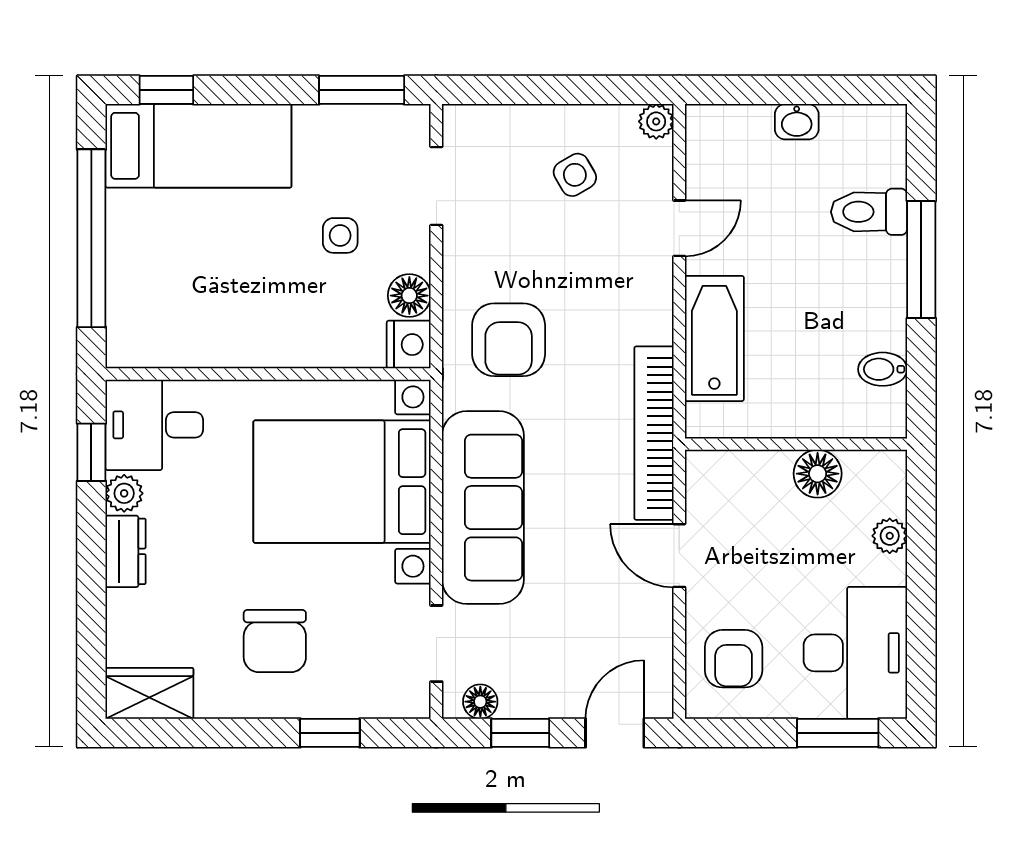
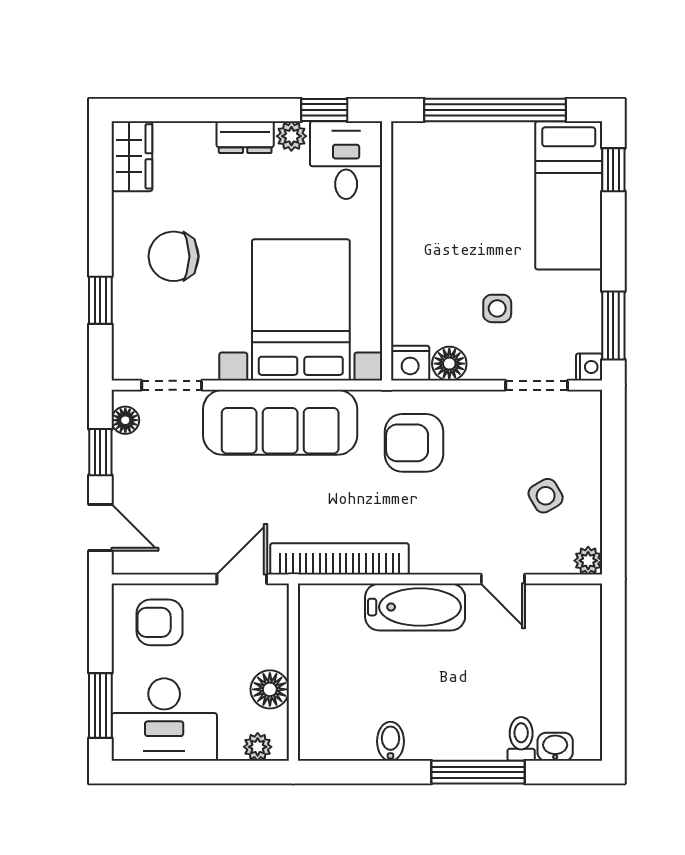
nightstand: (413, 120) -> (589, 367), added
washbasin: (797, 122) -> (555, 747), moved, turned 90
toilet: (869, 212) -> (521, 739), width x0.73, depth x0.72
wall: (796, 444) -> (293, 672), moved
floor lamp: (818, 474) -> (270, 689), moved

